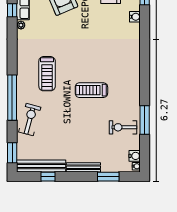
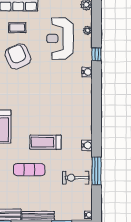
exercise mat: (74, 119) -> (29, 170), added
water cooler: (135, 156) -> (87, 145), moved

